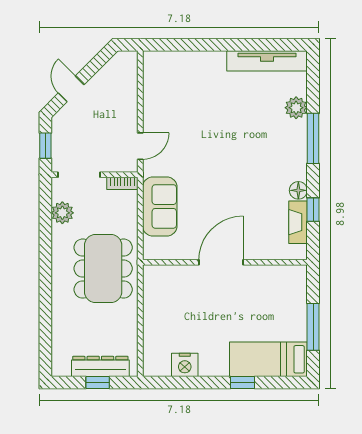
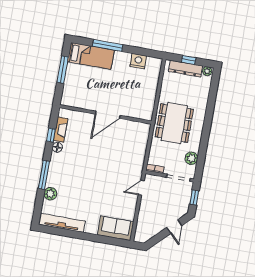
sofa: (160, 206) -> (116, 228), moved, turned 90
plant: (62, 369) -> (207, 71), added
window: (243, 383) -> (108, 45), width x2.17

